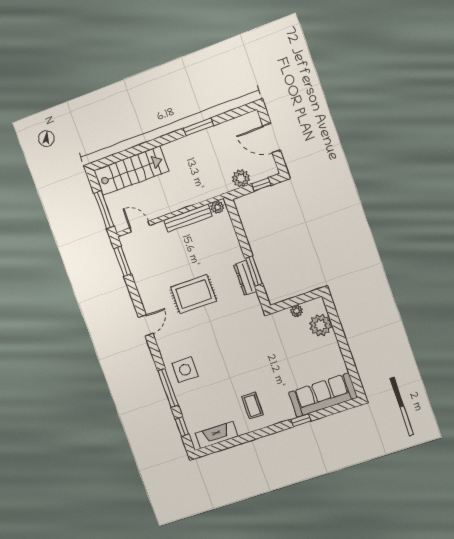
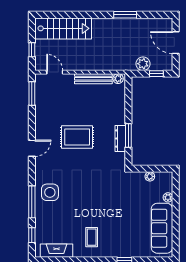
window: (104, 210) -> (32, 50), width x0.46
plant: (320, 325) -> (168, 197), width x0.53, depth x0.53
sofa: (323, 395) -> (162, 228), moved, turned -90

